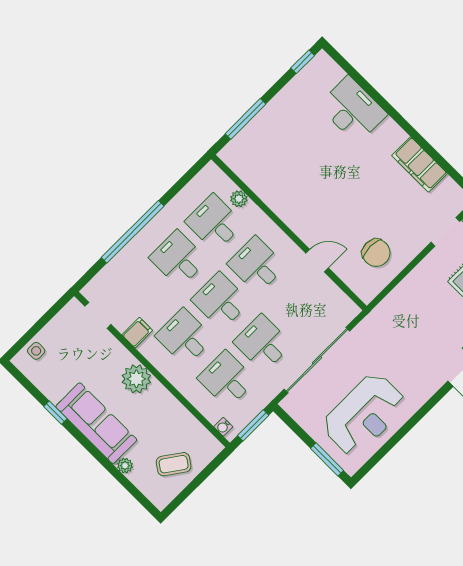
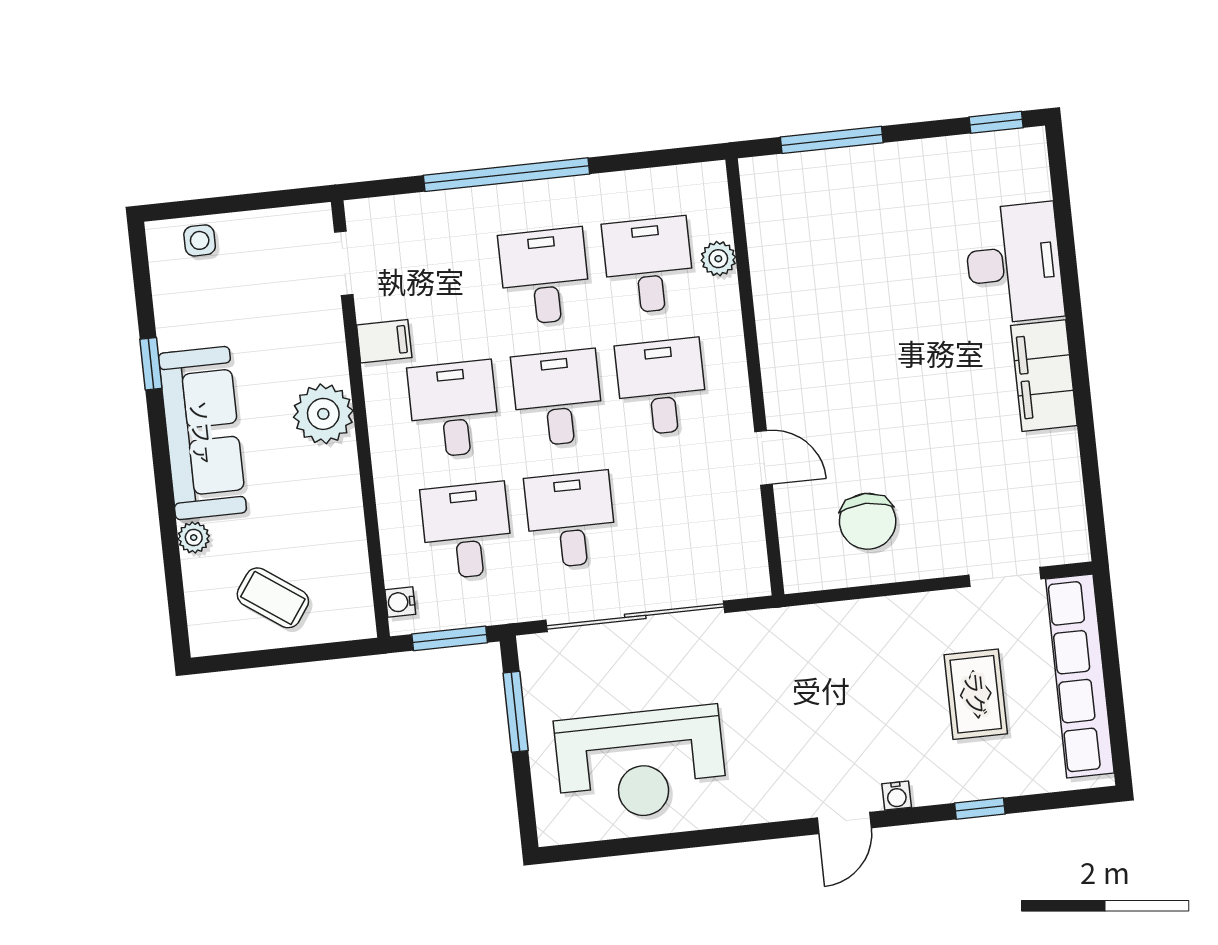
filing cabinet: (419, 164) -> (1044, 376), moved
window: (327, 459) -> (516, 712), moved

